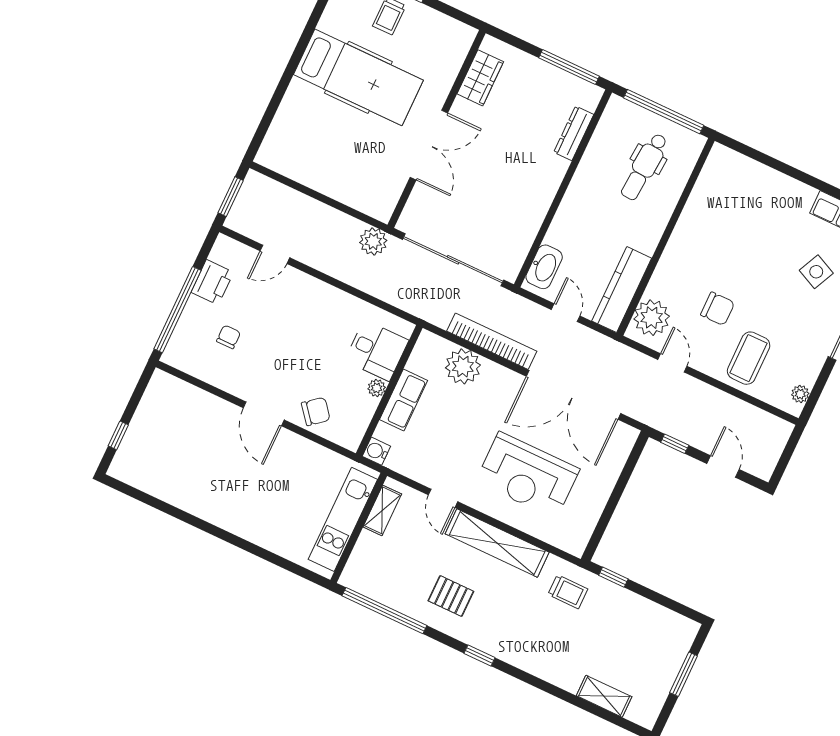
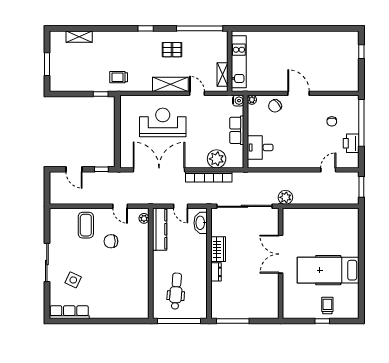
wardrobe: (480, 78) -> (218, 249), moved, turned 180
dresser: (574, 133) -> (216, 272), moved, width x0.70
plant: (652, 318) -> (144, 218), width x0.53, depth x0.53
plant: (377, 388) -> (252, 100), moved
plant: (800, 394) -> (54, 220), removed
shelving: (497, 543) -> (170, 84), width x0.68

